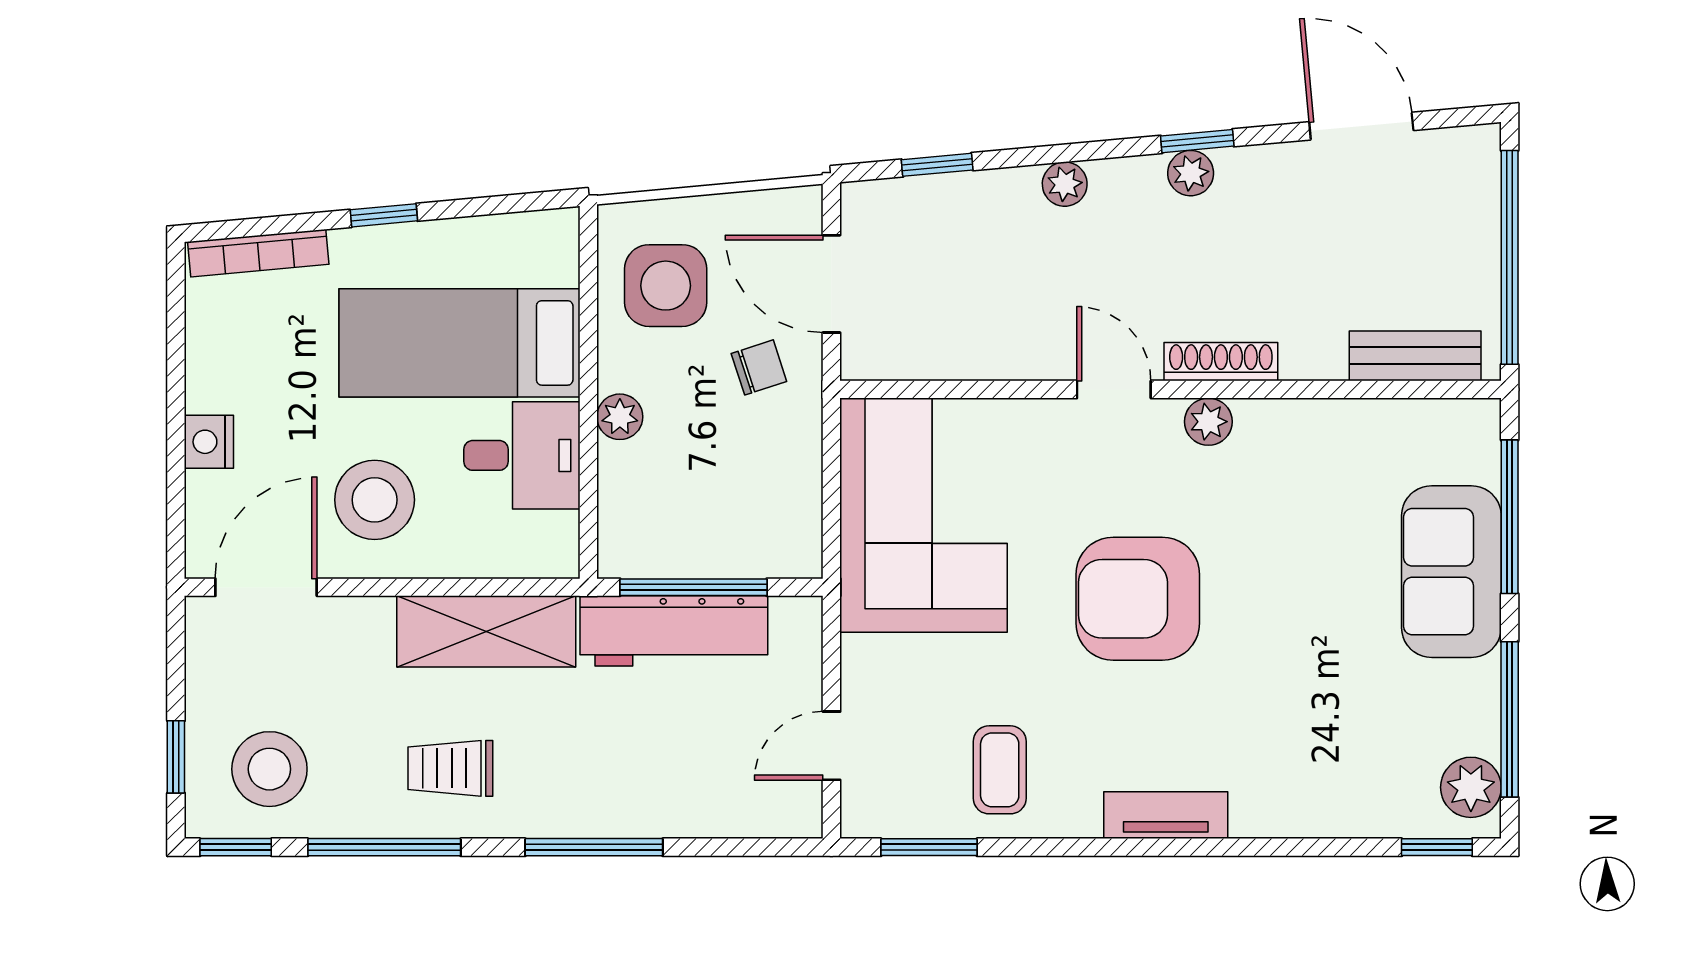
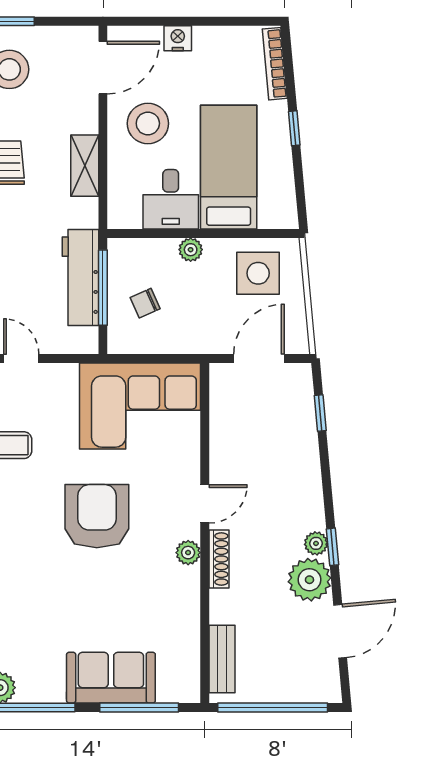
plant: (1065, 184) -> (309, 580), moved, width x1.88, depth x1.88
chair: (759, 367) -> (145, 303), moved, turned 84
door: (266, 587) -> (103, 68), hinge flipped
shelving: (486, 631) -> (85, 166), width x0.67, depth x0.75

